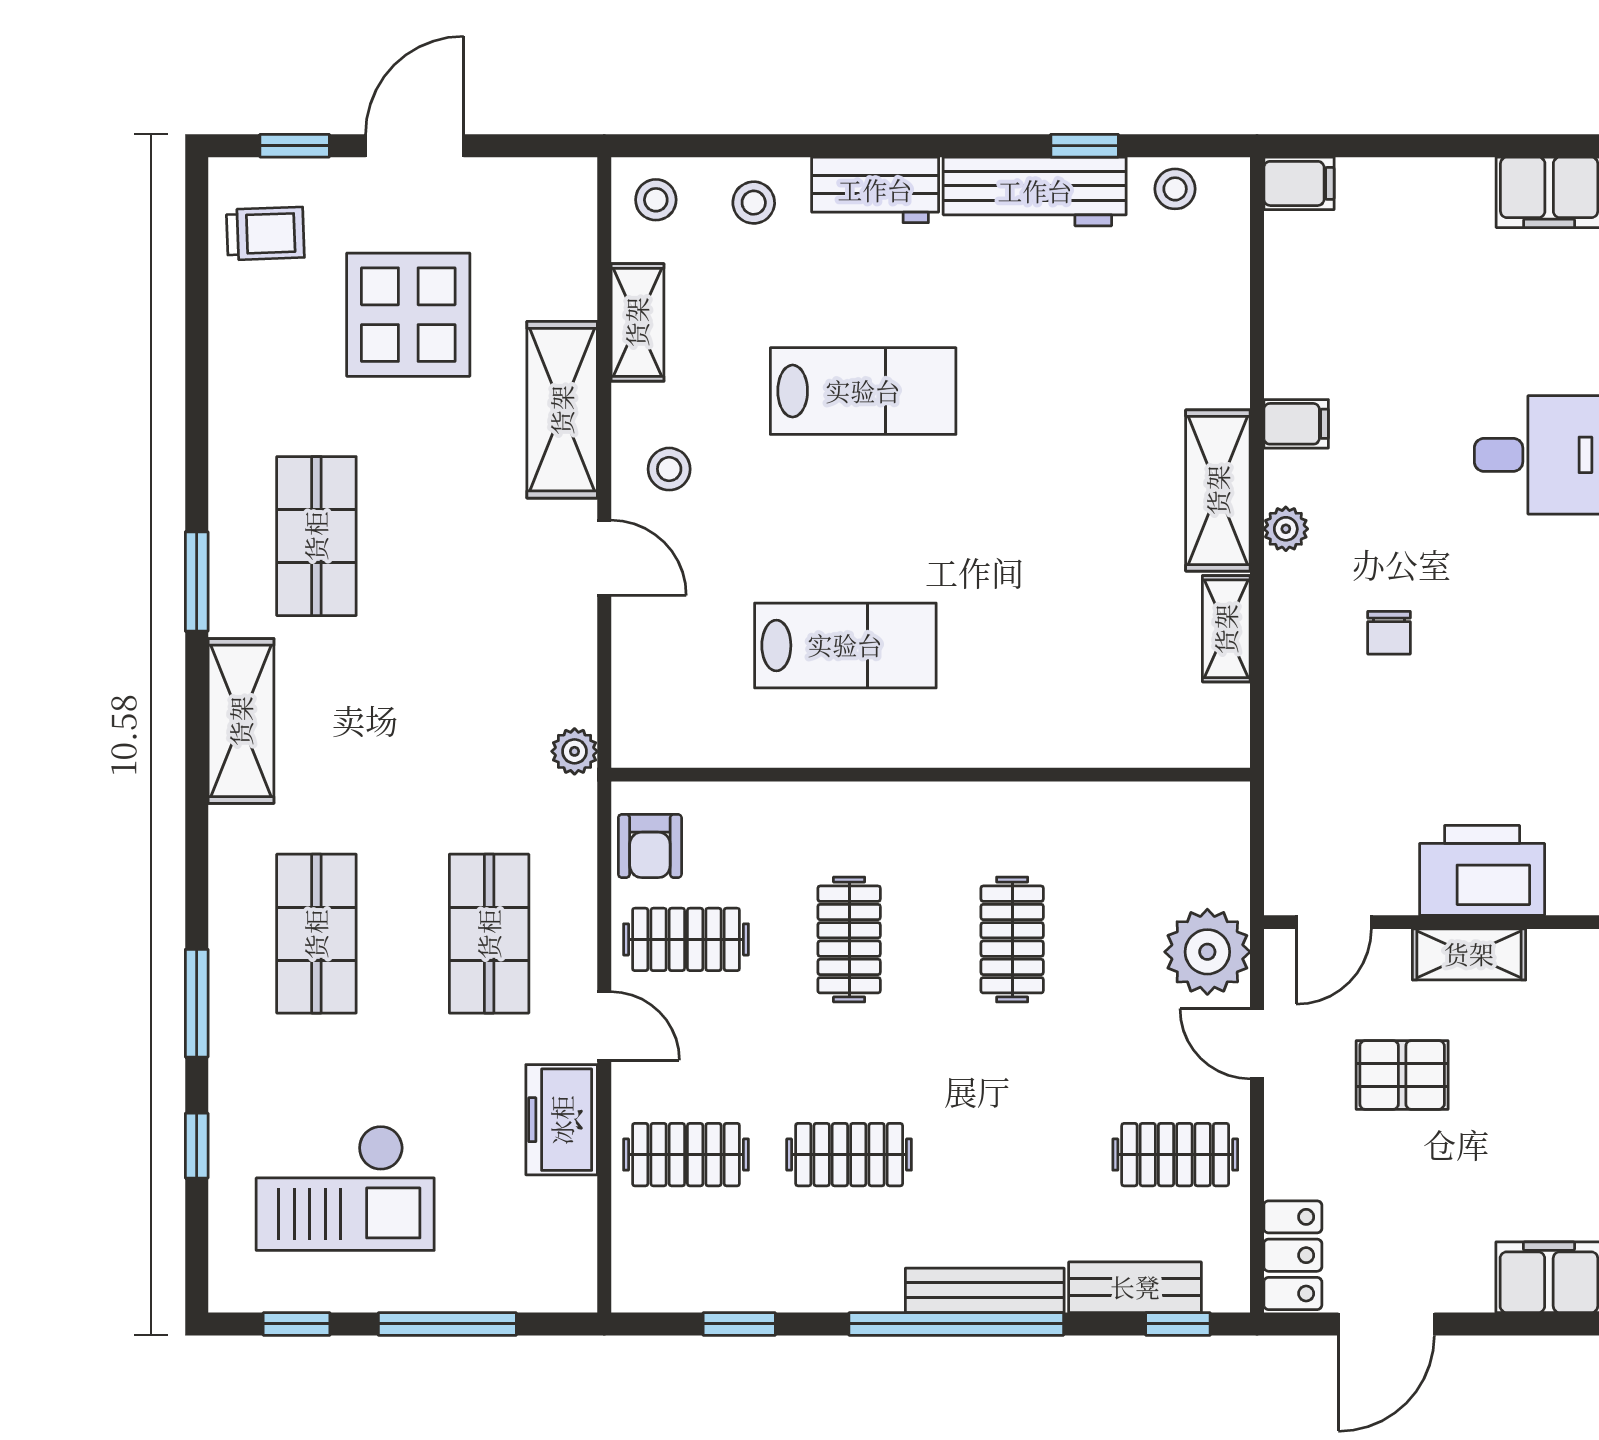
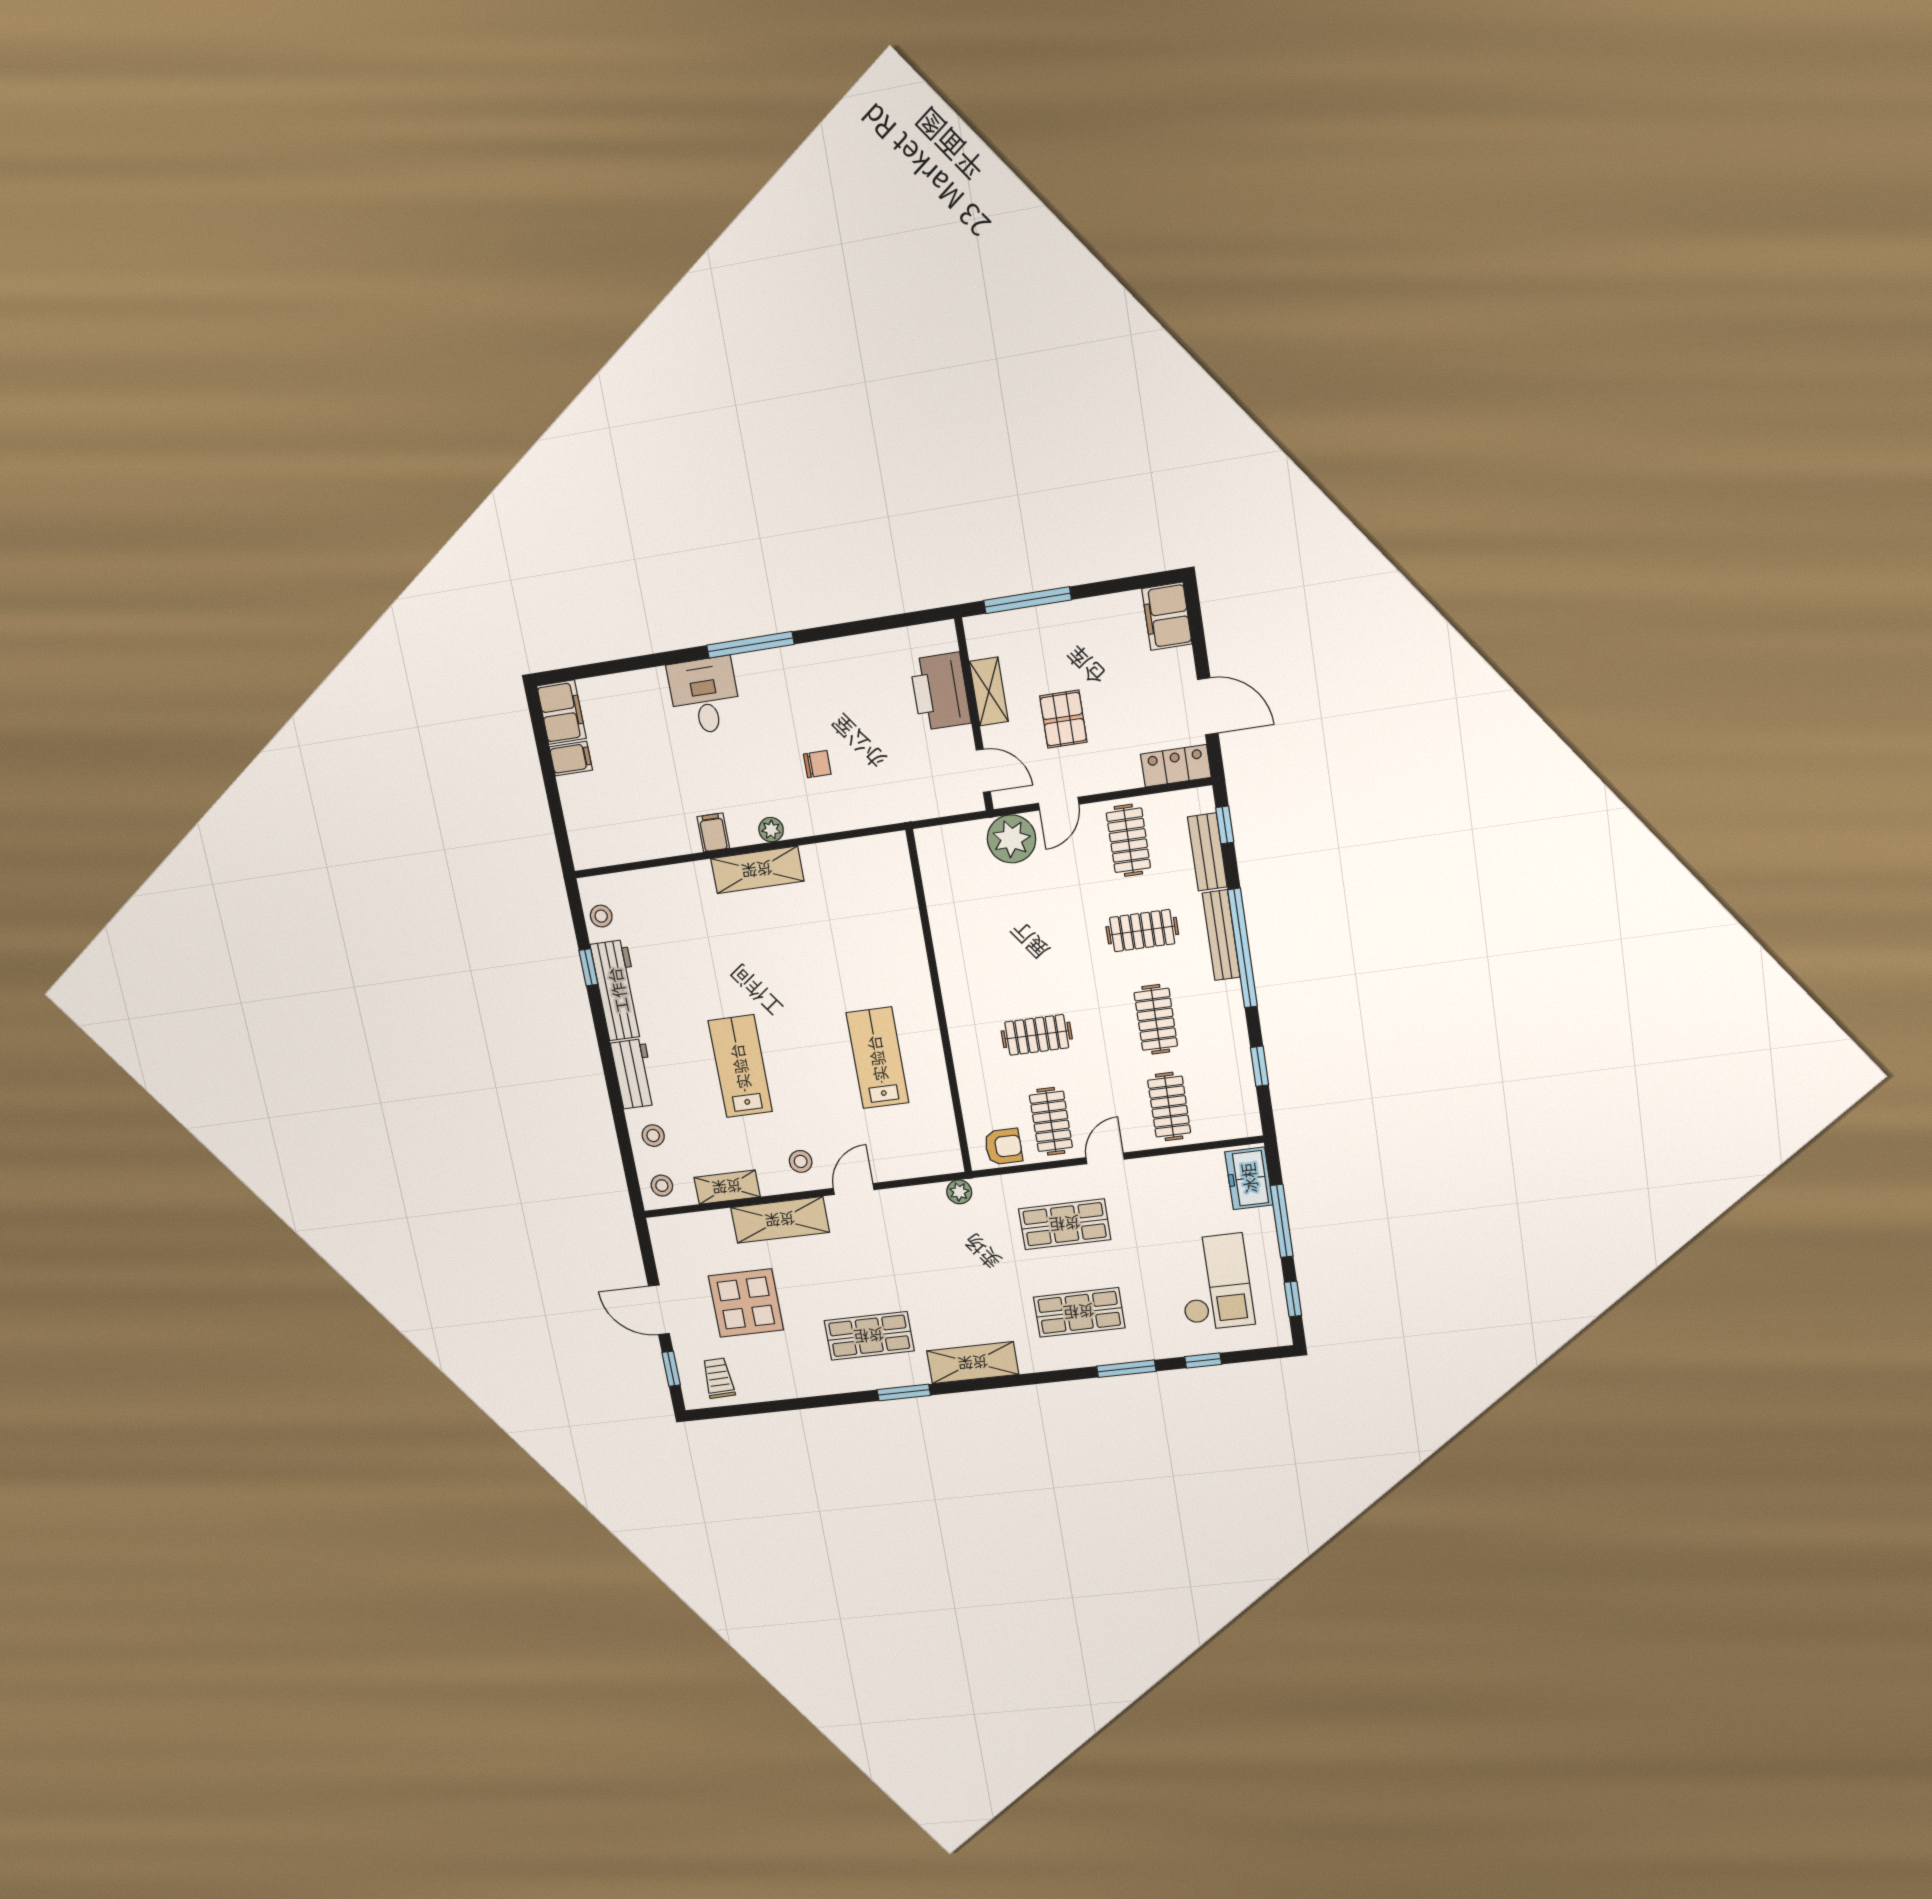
filing cabinet: (1299, 183) -> (571, 758), moved, turned 90
shelving: (1226, 629) -> (831, 854), removed
clothes rail: (1012, 939) -> (1142, 931), moved
freezer: (562, 1120) -> (1249, 1178), moved, turned 90

